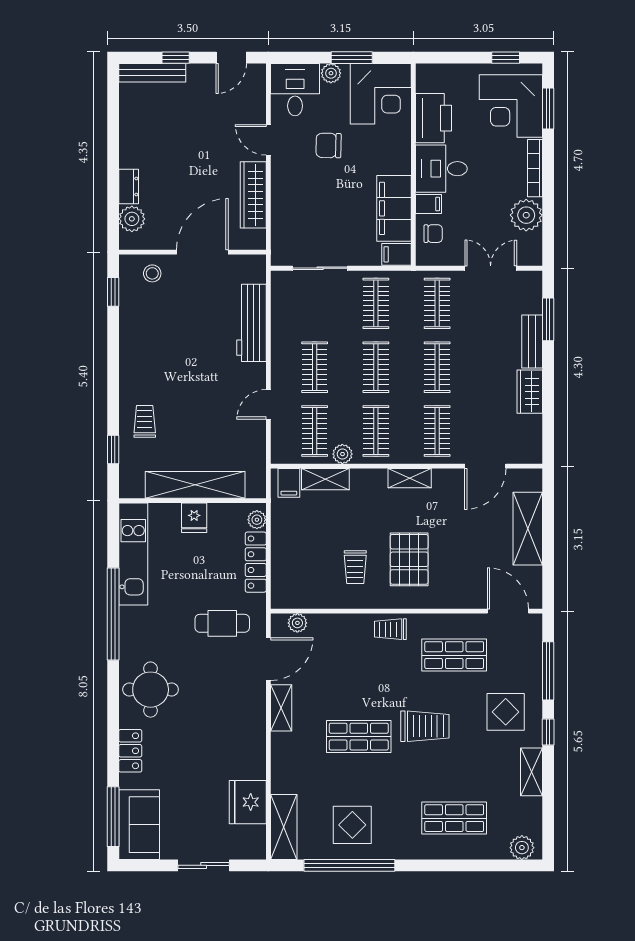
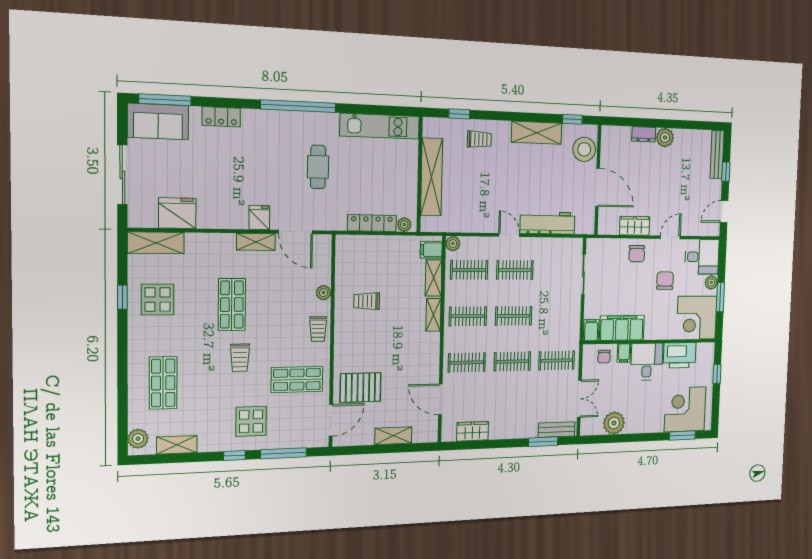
door: (231, 58) -> (724, 212), hinge flipped
window: (506, 58) -> (717, 374), moved
bookcase: (535, 168) -> (645, 428), removed
chair: (291, 190) -> (637, 254), added
wardrobe: (253, 195) -> (635, 226), width x0.67
plant: (132, 219) -> (665, 138), moved
stool: (152, 273) -> (584, 149), width x1.89, depth x1.89
clothes rail: (376, 303) -> (558, 315), removed
bench: (532, 341) -> (557, 430), moved
shelving: (133, 342) -> (537, 133), added
wardrobe: (530, 392) -> (473, 431), moved
door: (268, 404) -> (509, 235), moved
plant: (342, 454) -> (453, 244), moved
shelving: (410, 478) -> (433, 315), moved
fridge: (194, 518) -> (259, 218), moved, turned 90
shelving: (528, 529) -> (393, 436), width x0.67, depth x0.75
pallet: (409, 559) -> (360, 387), moved
window: (113, 614) -> (298, 106), moved
cafe table: (222, 623) -> (318, 167), moved
plant: (297, 623) -> (323, 293), moved
trolley: (390, 629) -> (318, 329), turned 180
shop shelf: (454, 655) -> (297, 380), turned 90
round table: (151, 690) -> (272, 136), removed
trolley: (425, 726) -> (240, 358), width x0.73, depth x0.72
shelving: (531, 772) -> (177, 445), moved
sliding door: (204, 865) -> (122, 175), width x1.37
window: (349, 865) -> (122, 297), width x0.32

